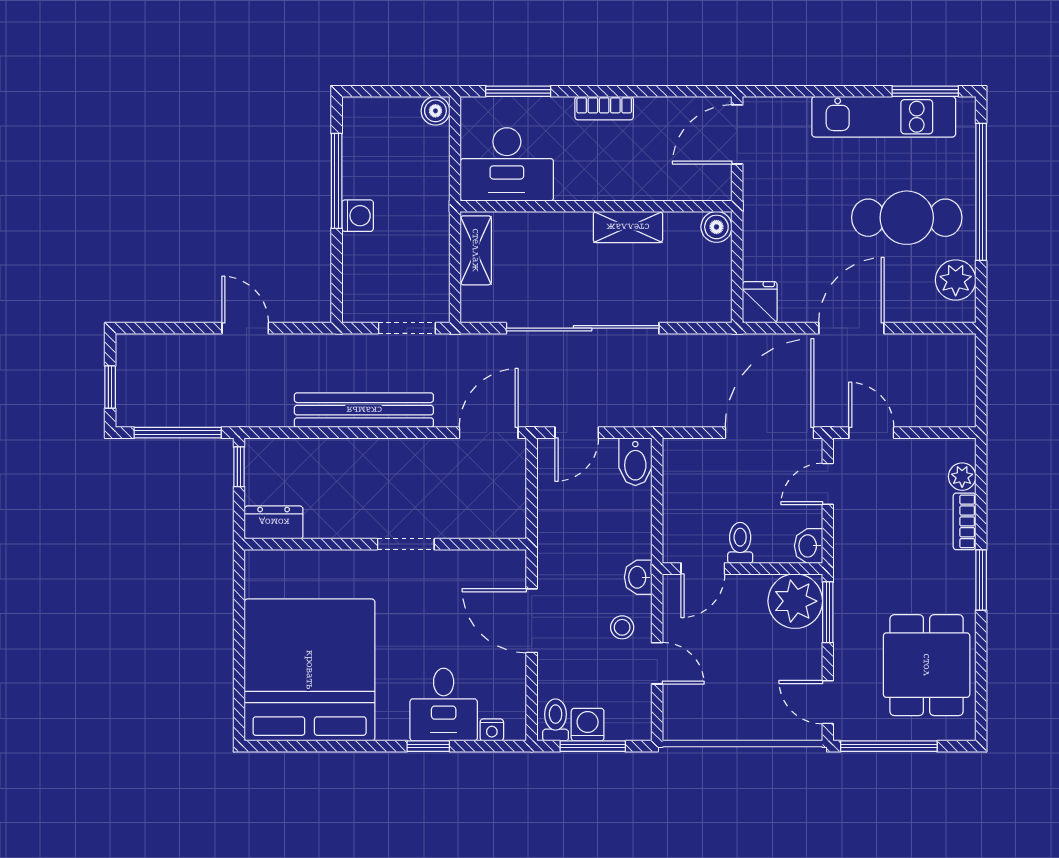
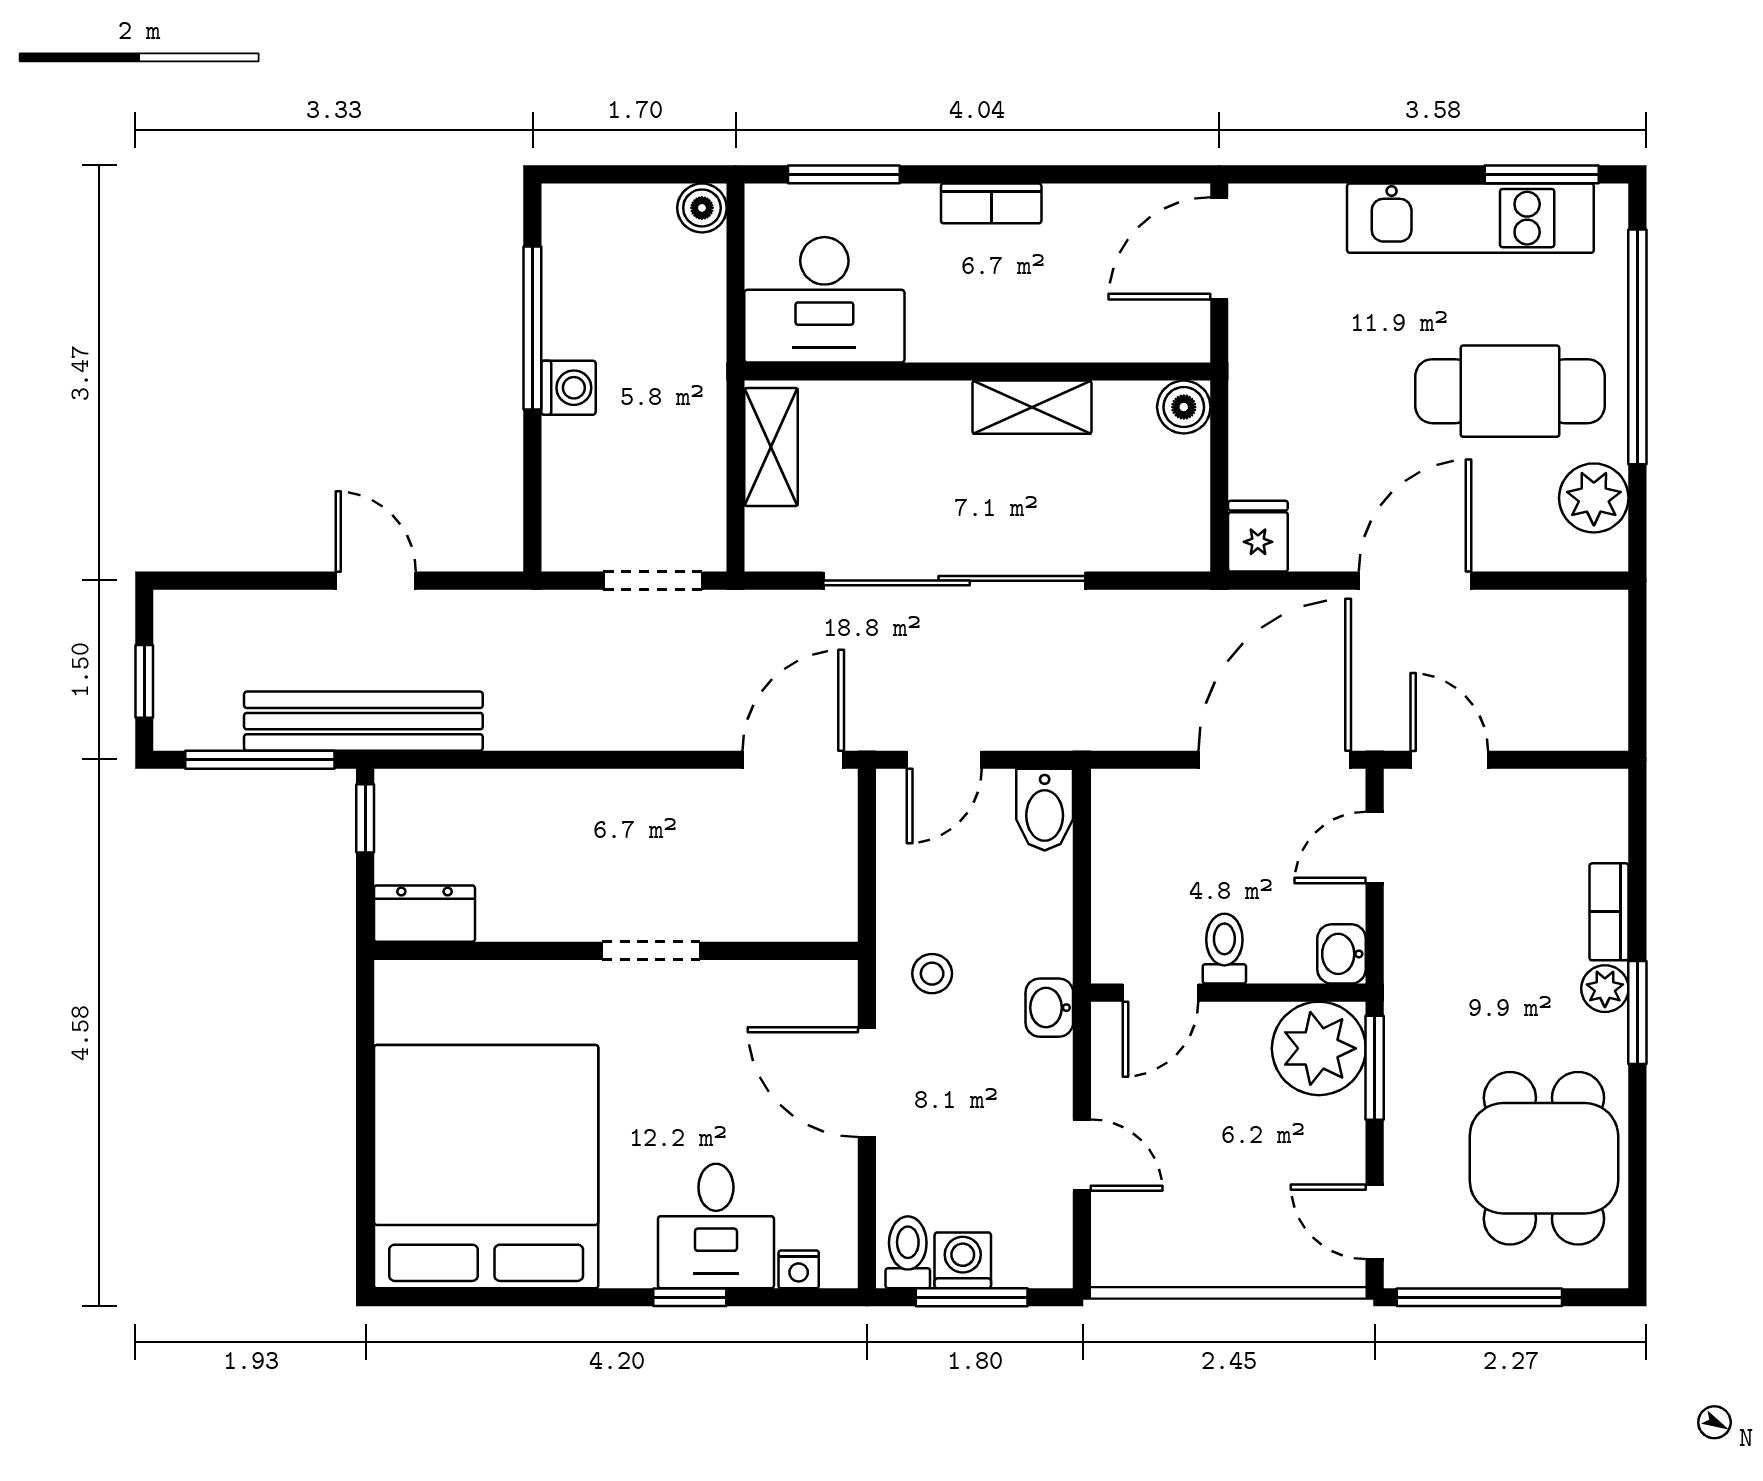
bench: (364, 410) -> (363, 721), moved
plant: (962, 477) -> (1605, 989), moved
stool: (622, 627) -> (932, 974), moved

